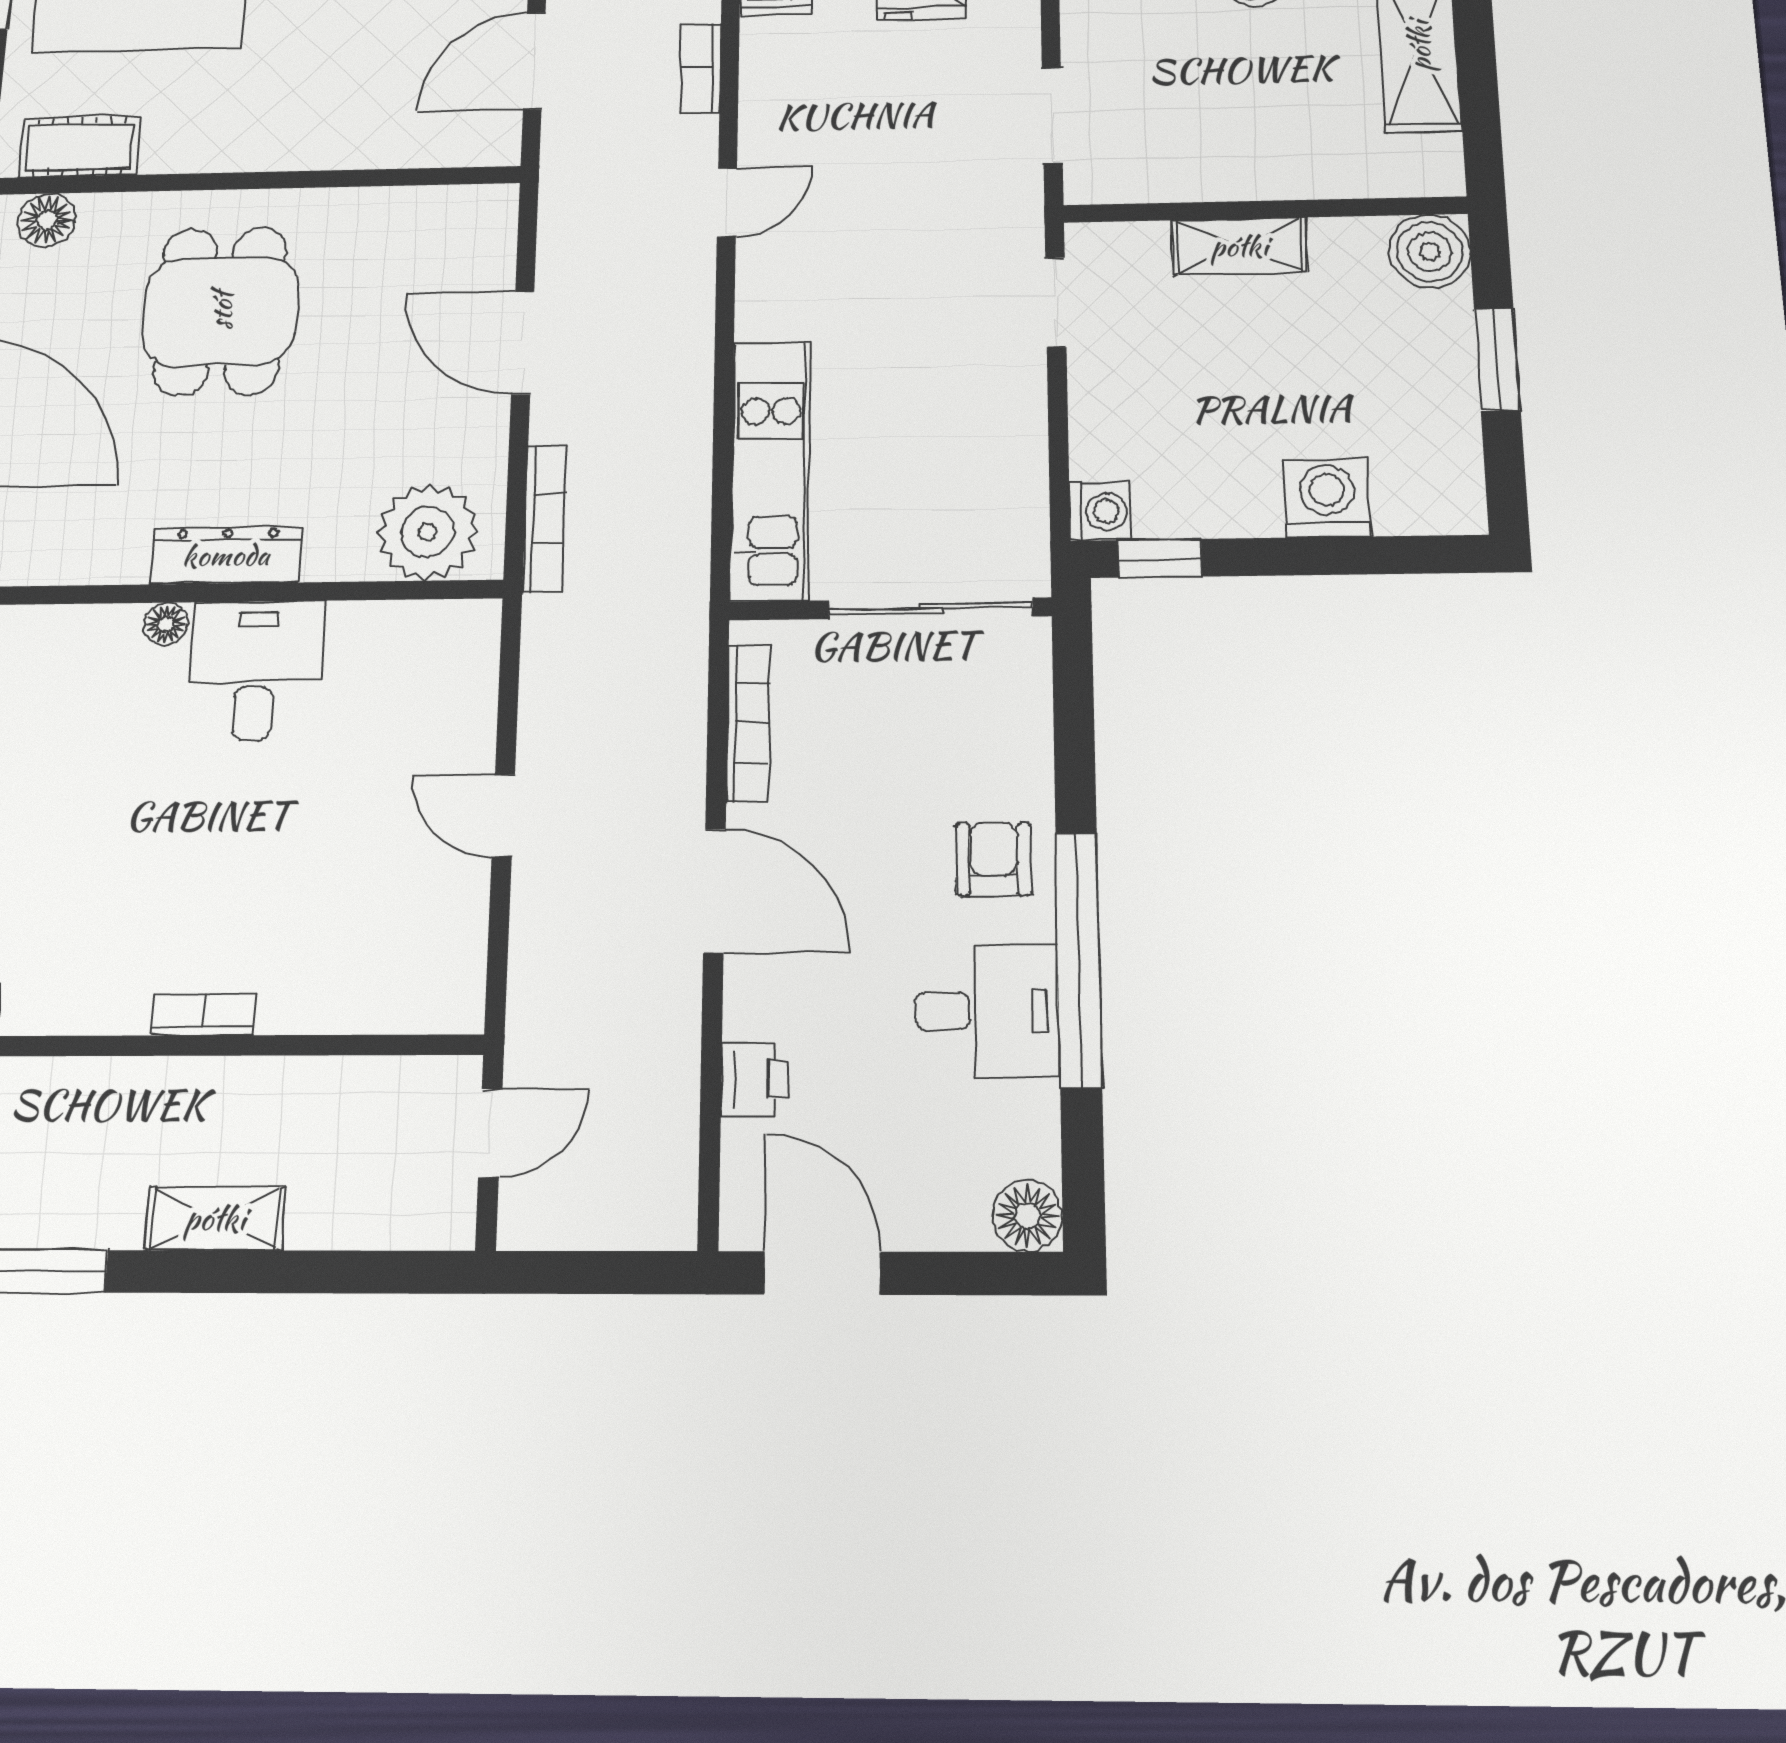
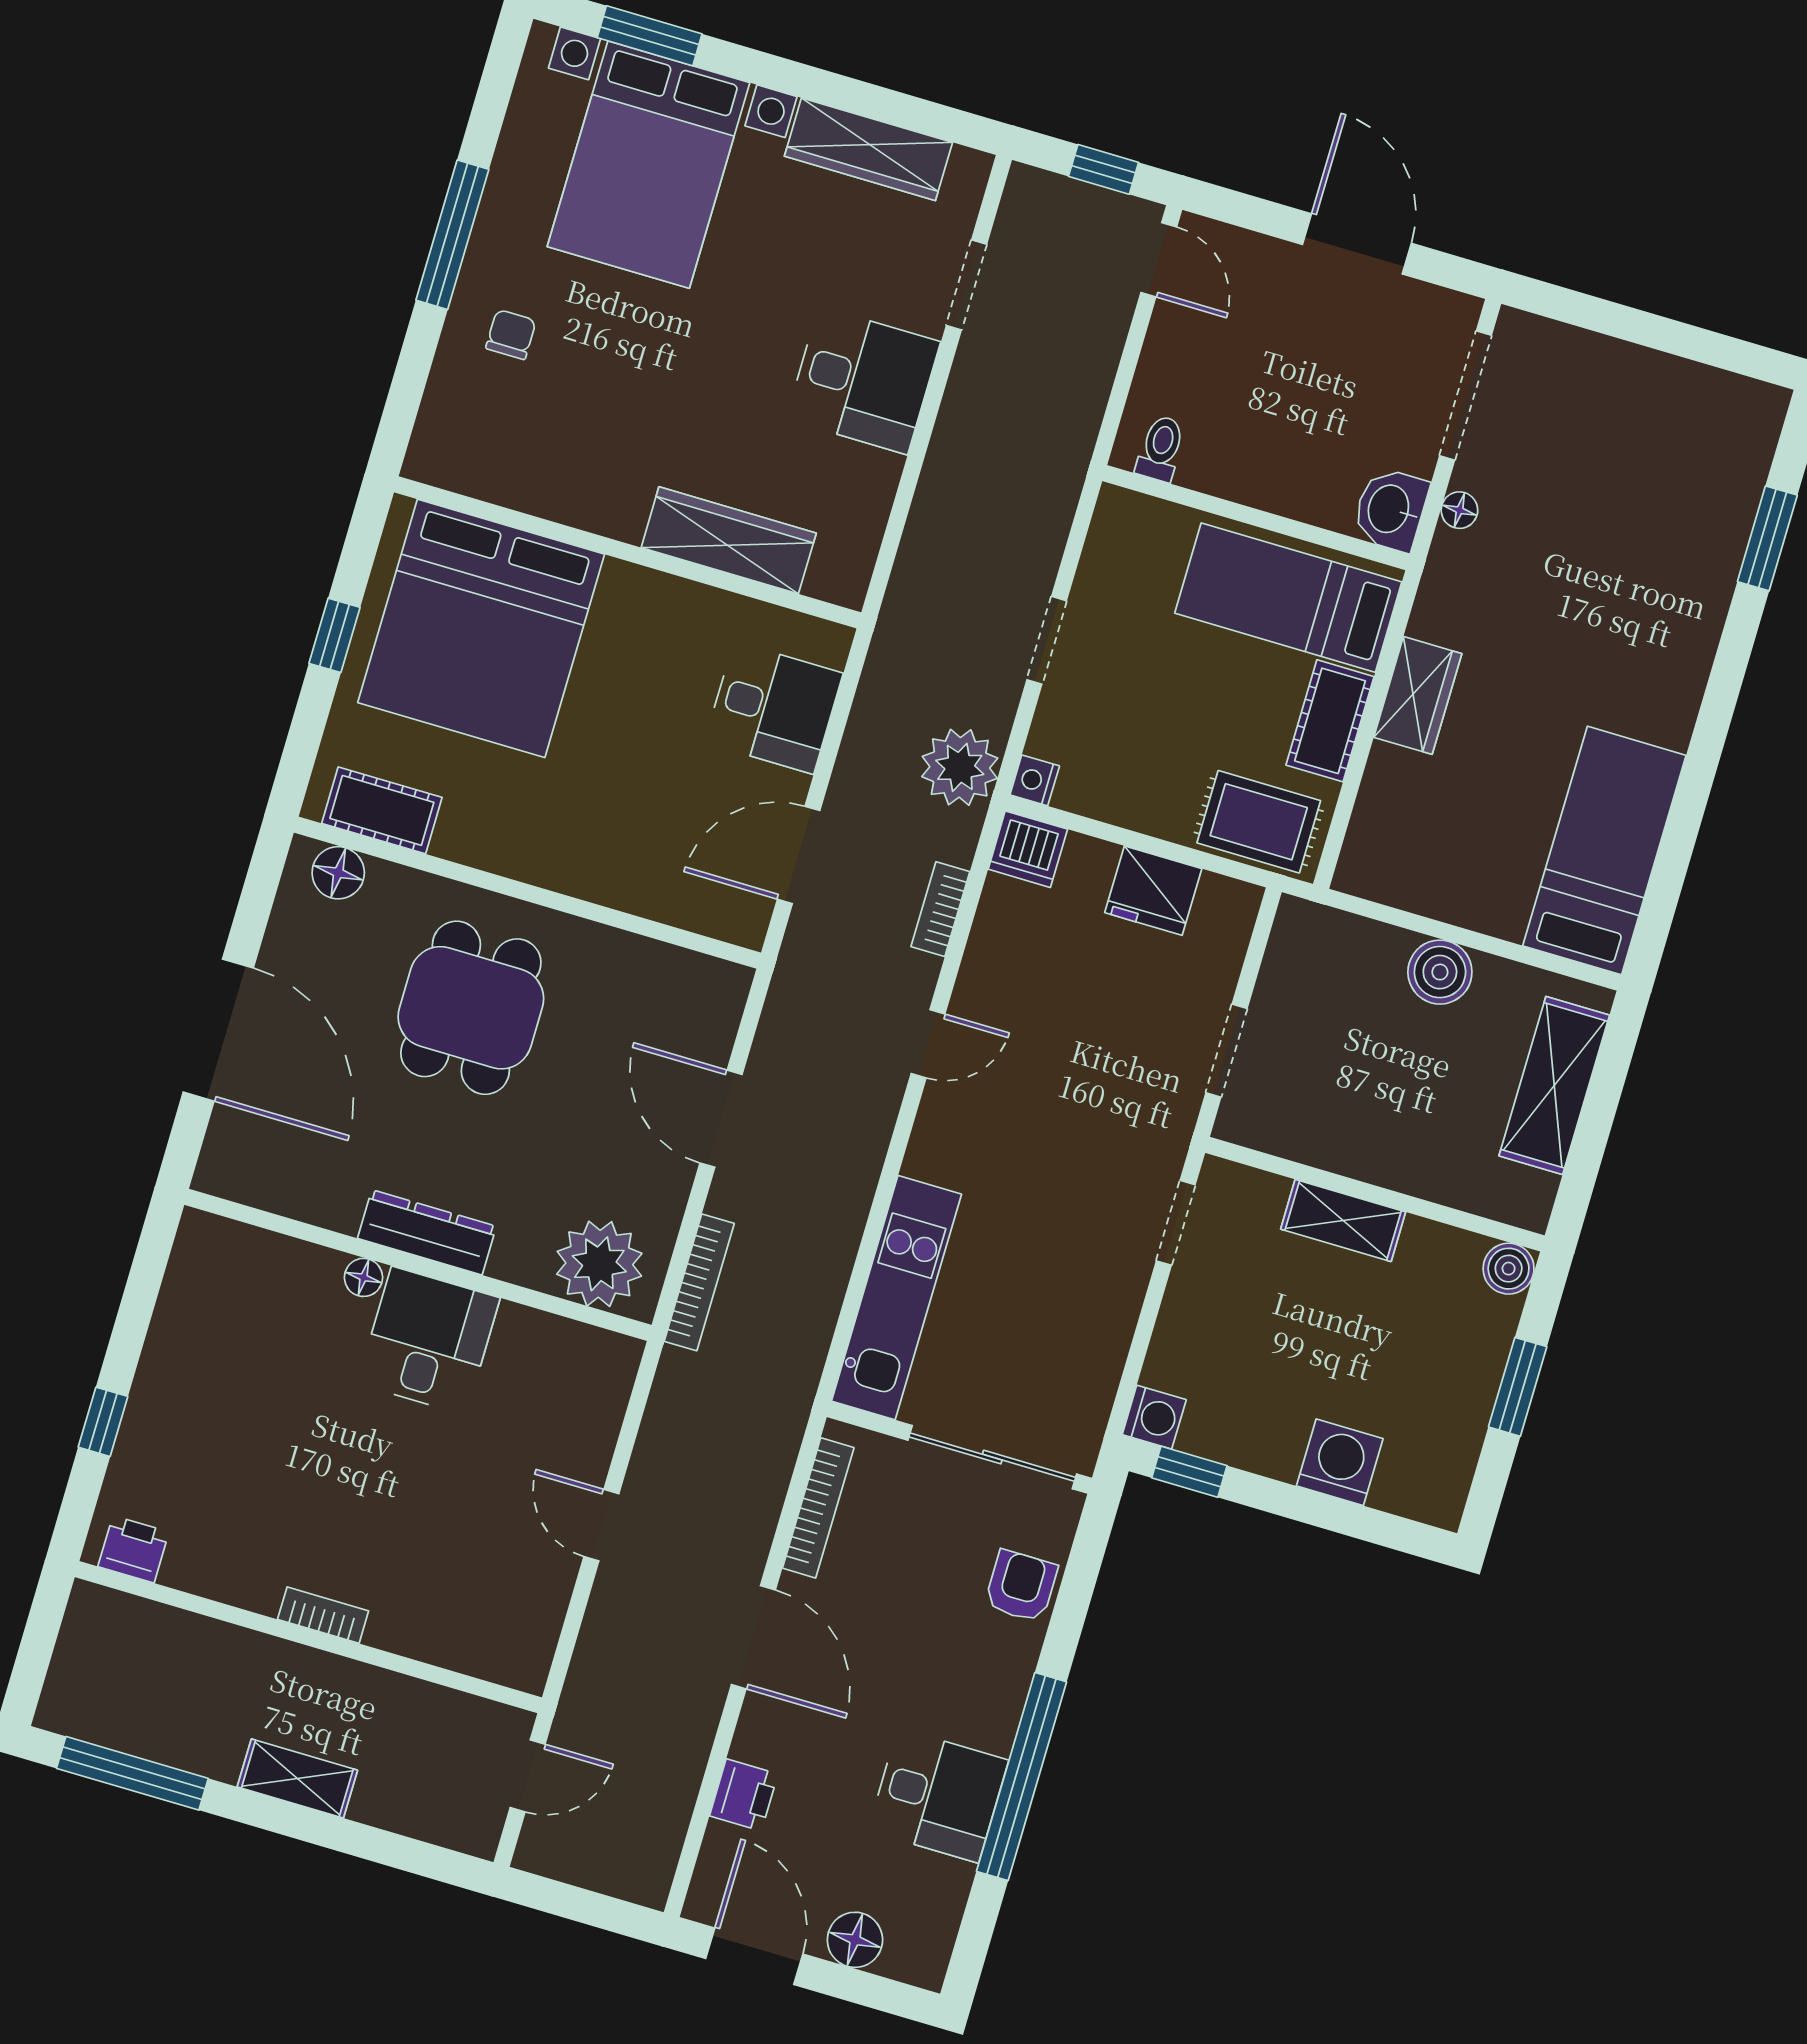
boiler: (1430, 251) -> (1509, 1269), width x0.73, depth x0.73
armchair: (994, 859) -> (1021, 1586), moved
floor lamp: (1027, 1216) -> (855, 1940), moved

